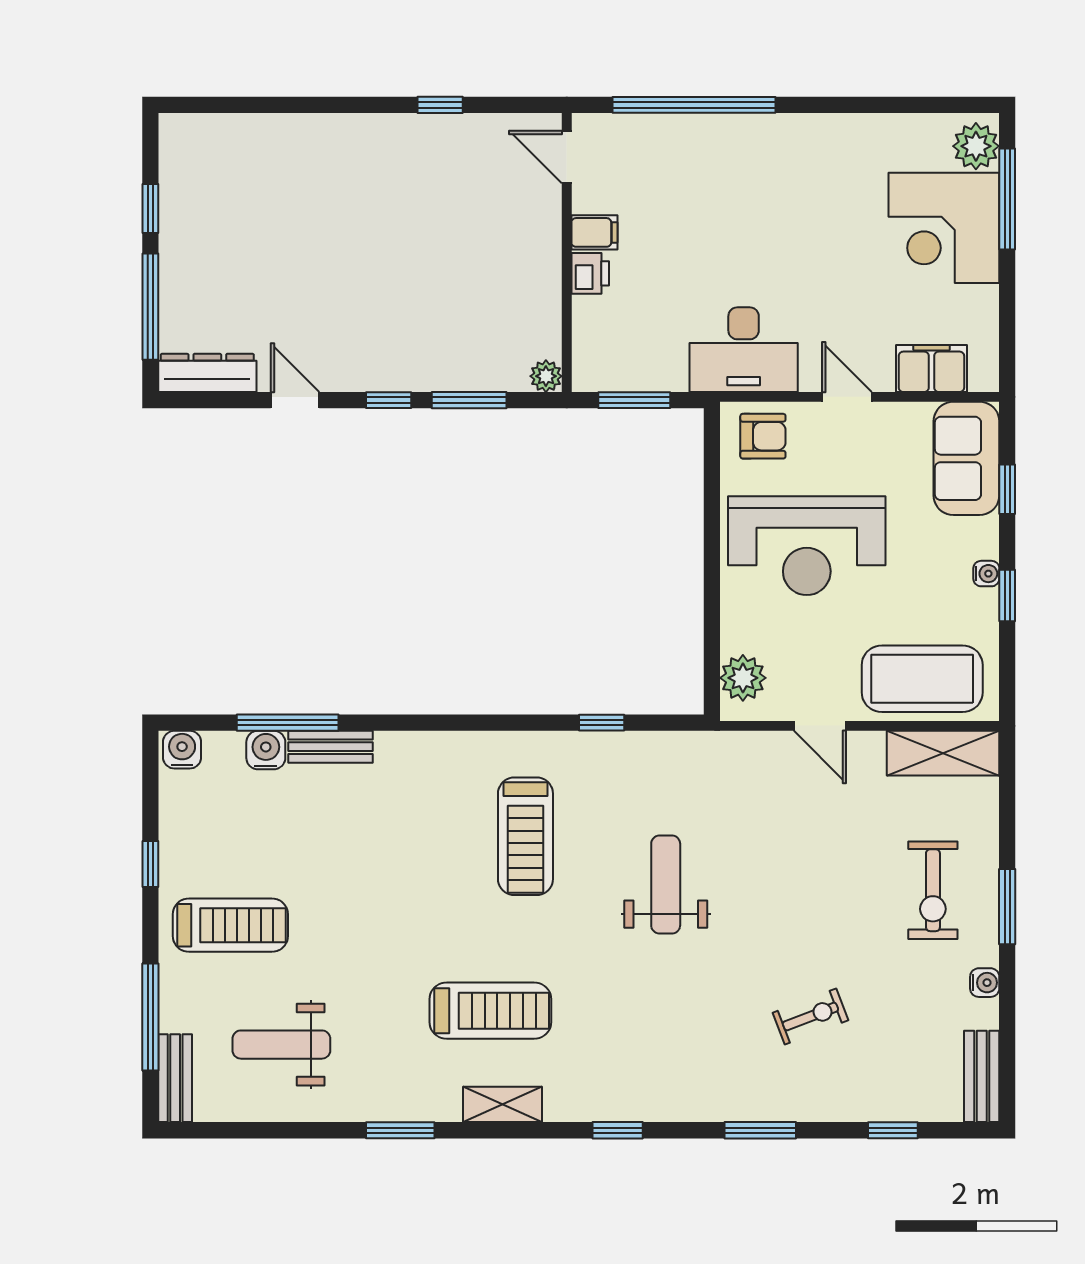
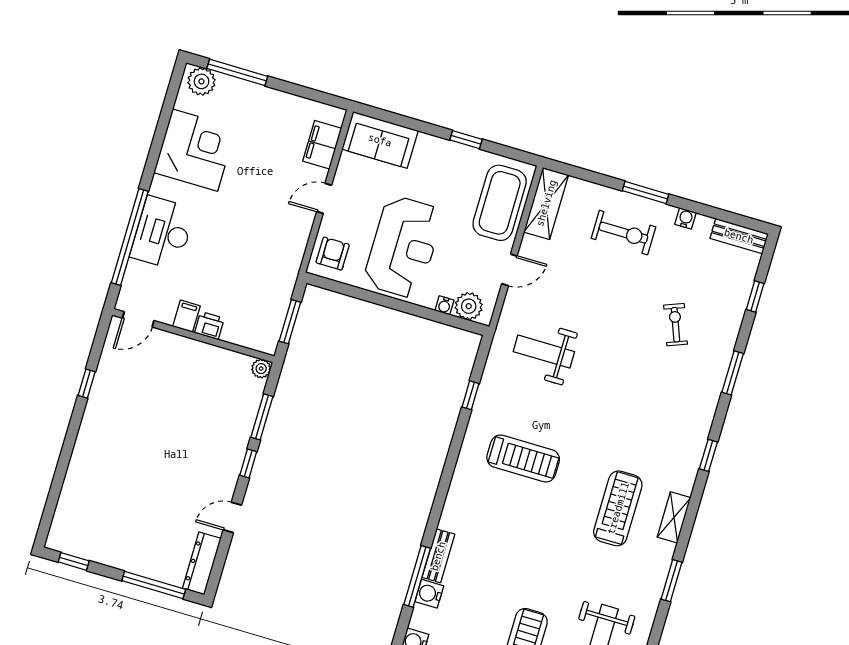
window: (150, 209) -> (74, 561), moved
corner desk: (944, 228) -> (195, 150), moved, turned -90
desk: (744, 350) -> (163, 233), moved, turned 180
window: (1007, 489) -> (405, 122), removed
water cooler: (986, 574) -> (444, 305), moved, turned 180
weight bench: (666, 885) -> (544, 352), moved

